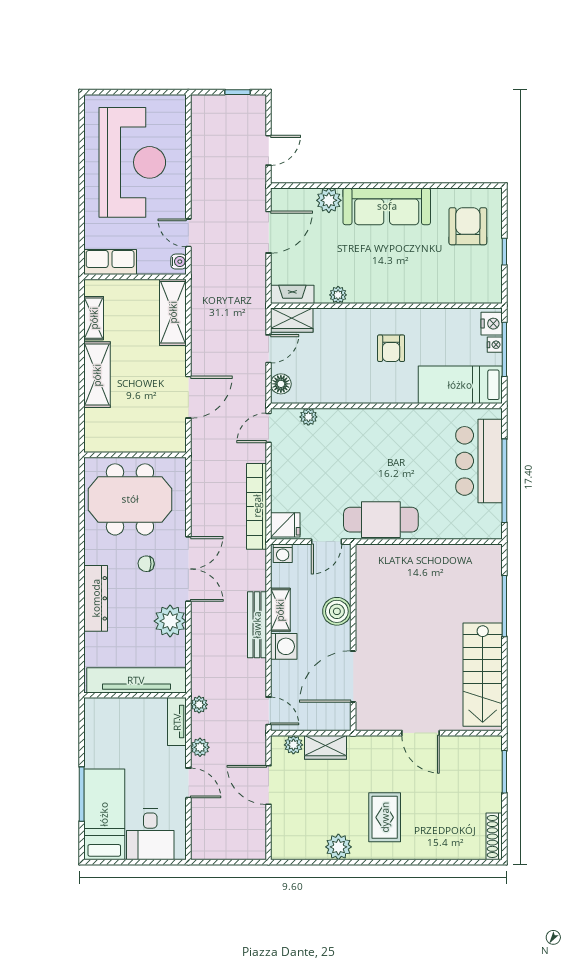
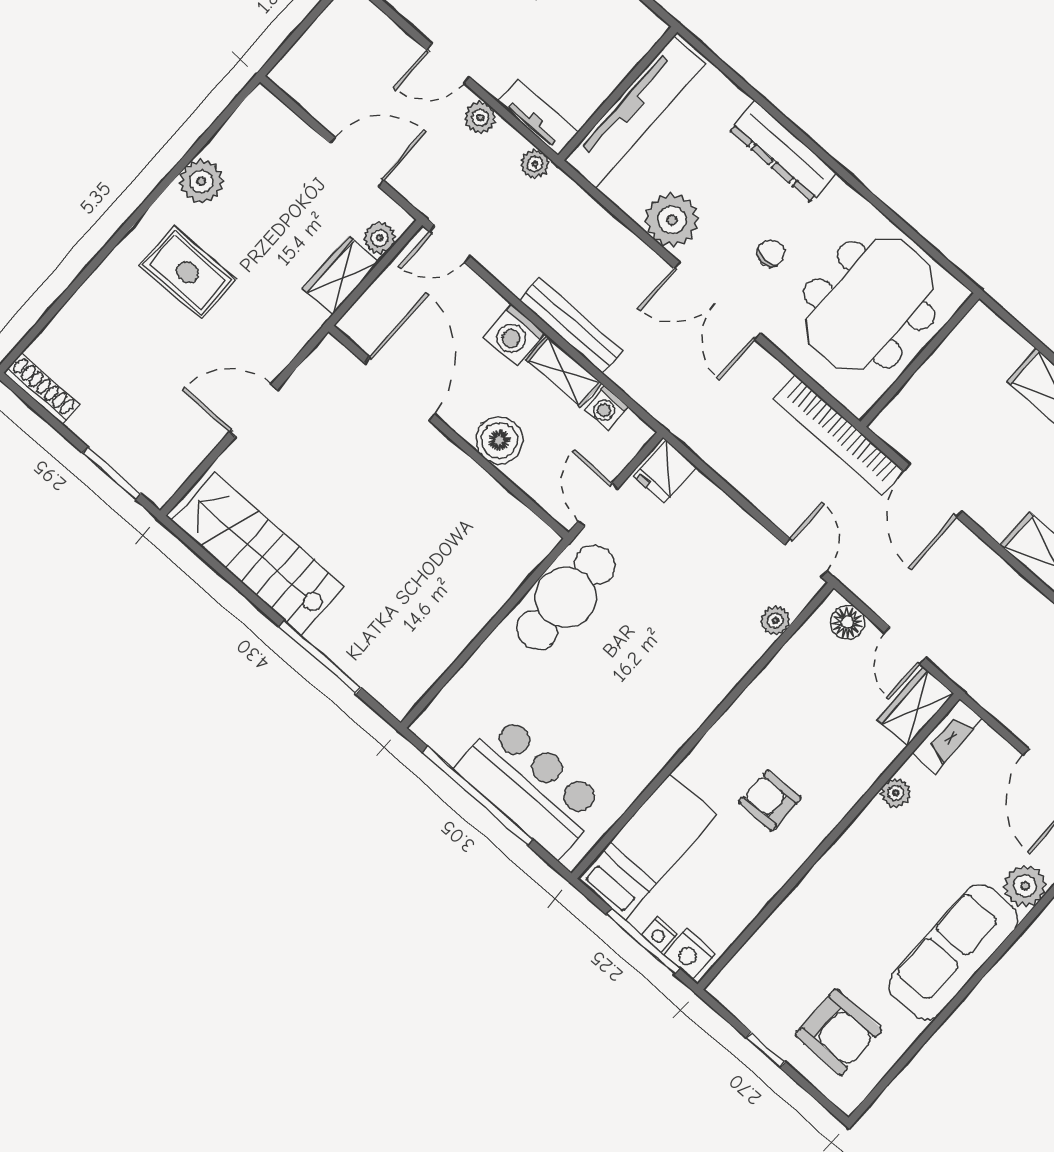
bookcase: (257, 506) -> (839, 435), moved, turned 180
washing machine: (283, 553) -> (606, 408), moved, turned -90

